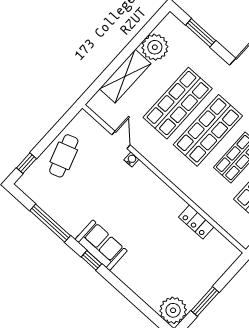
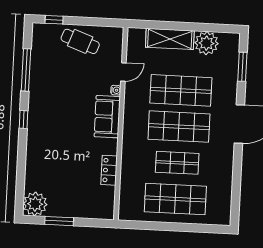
cafe table: (64, 156) -> (80, 41), turned 38
sofa: (101, 245) -> (107, 117), moved, turned 180

